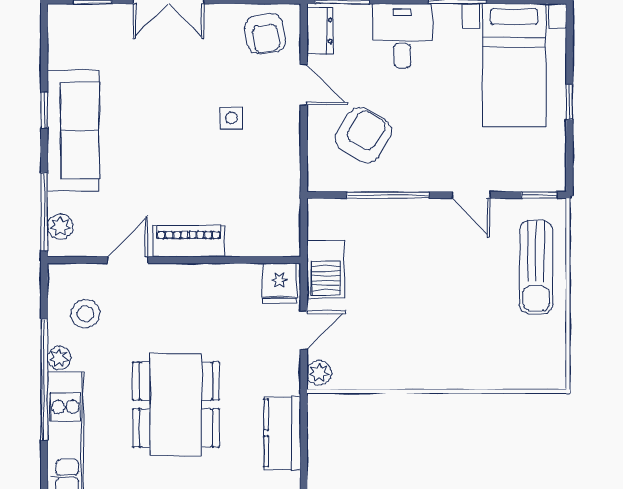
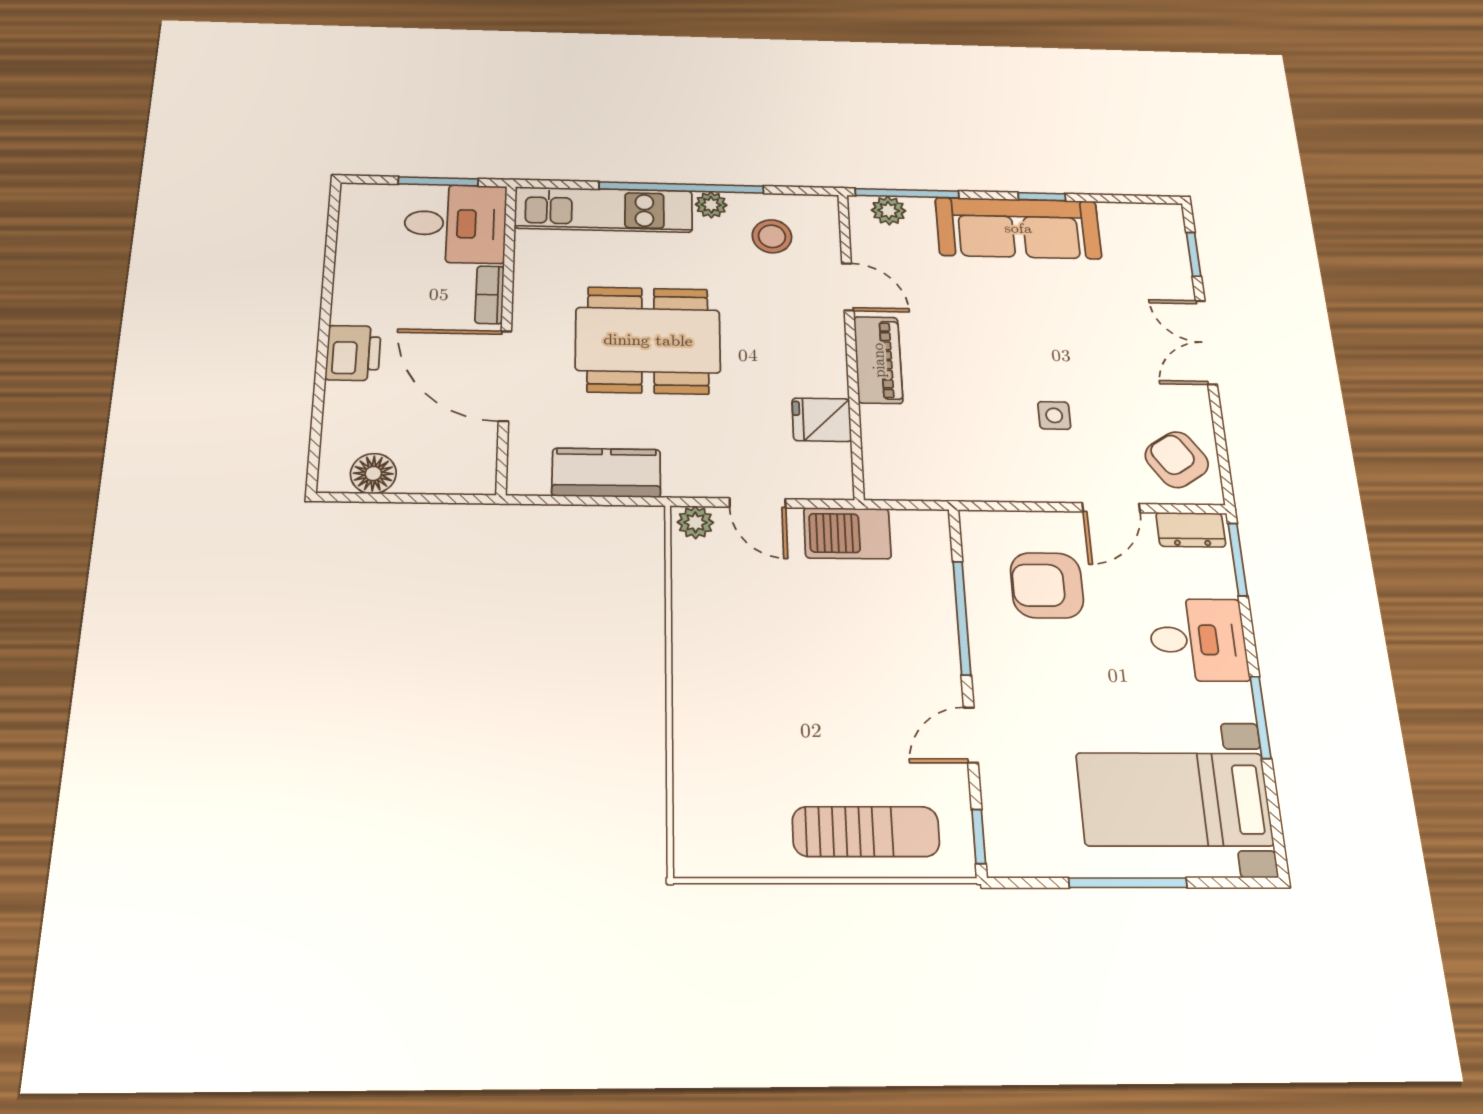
armchair: (265, 34) -> (1177, 460), turned 65
window: (569, 102) -> (1128, 883), width x2.17
armchair: (363, 135) -> (1047, 585), turned 149
sun lounger: (536, 267) -> (866, 832), turned 180
fridge: (279, 283) -> (822, 420), moved

